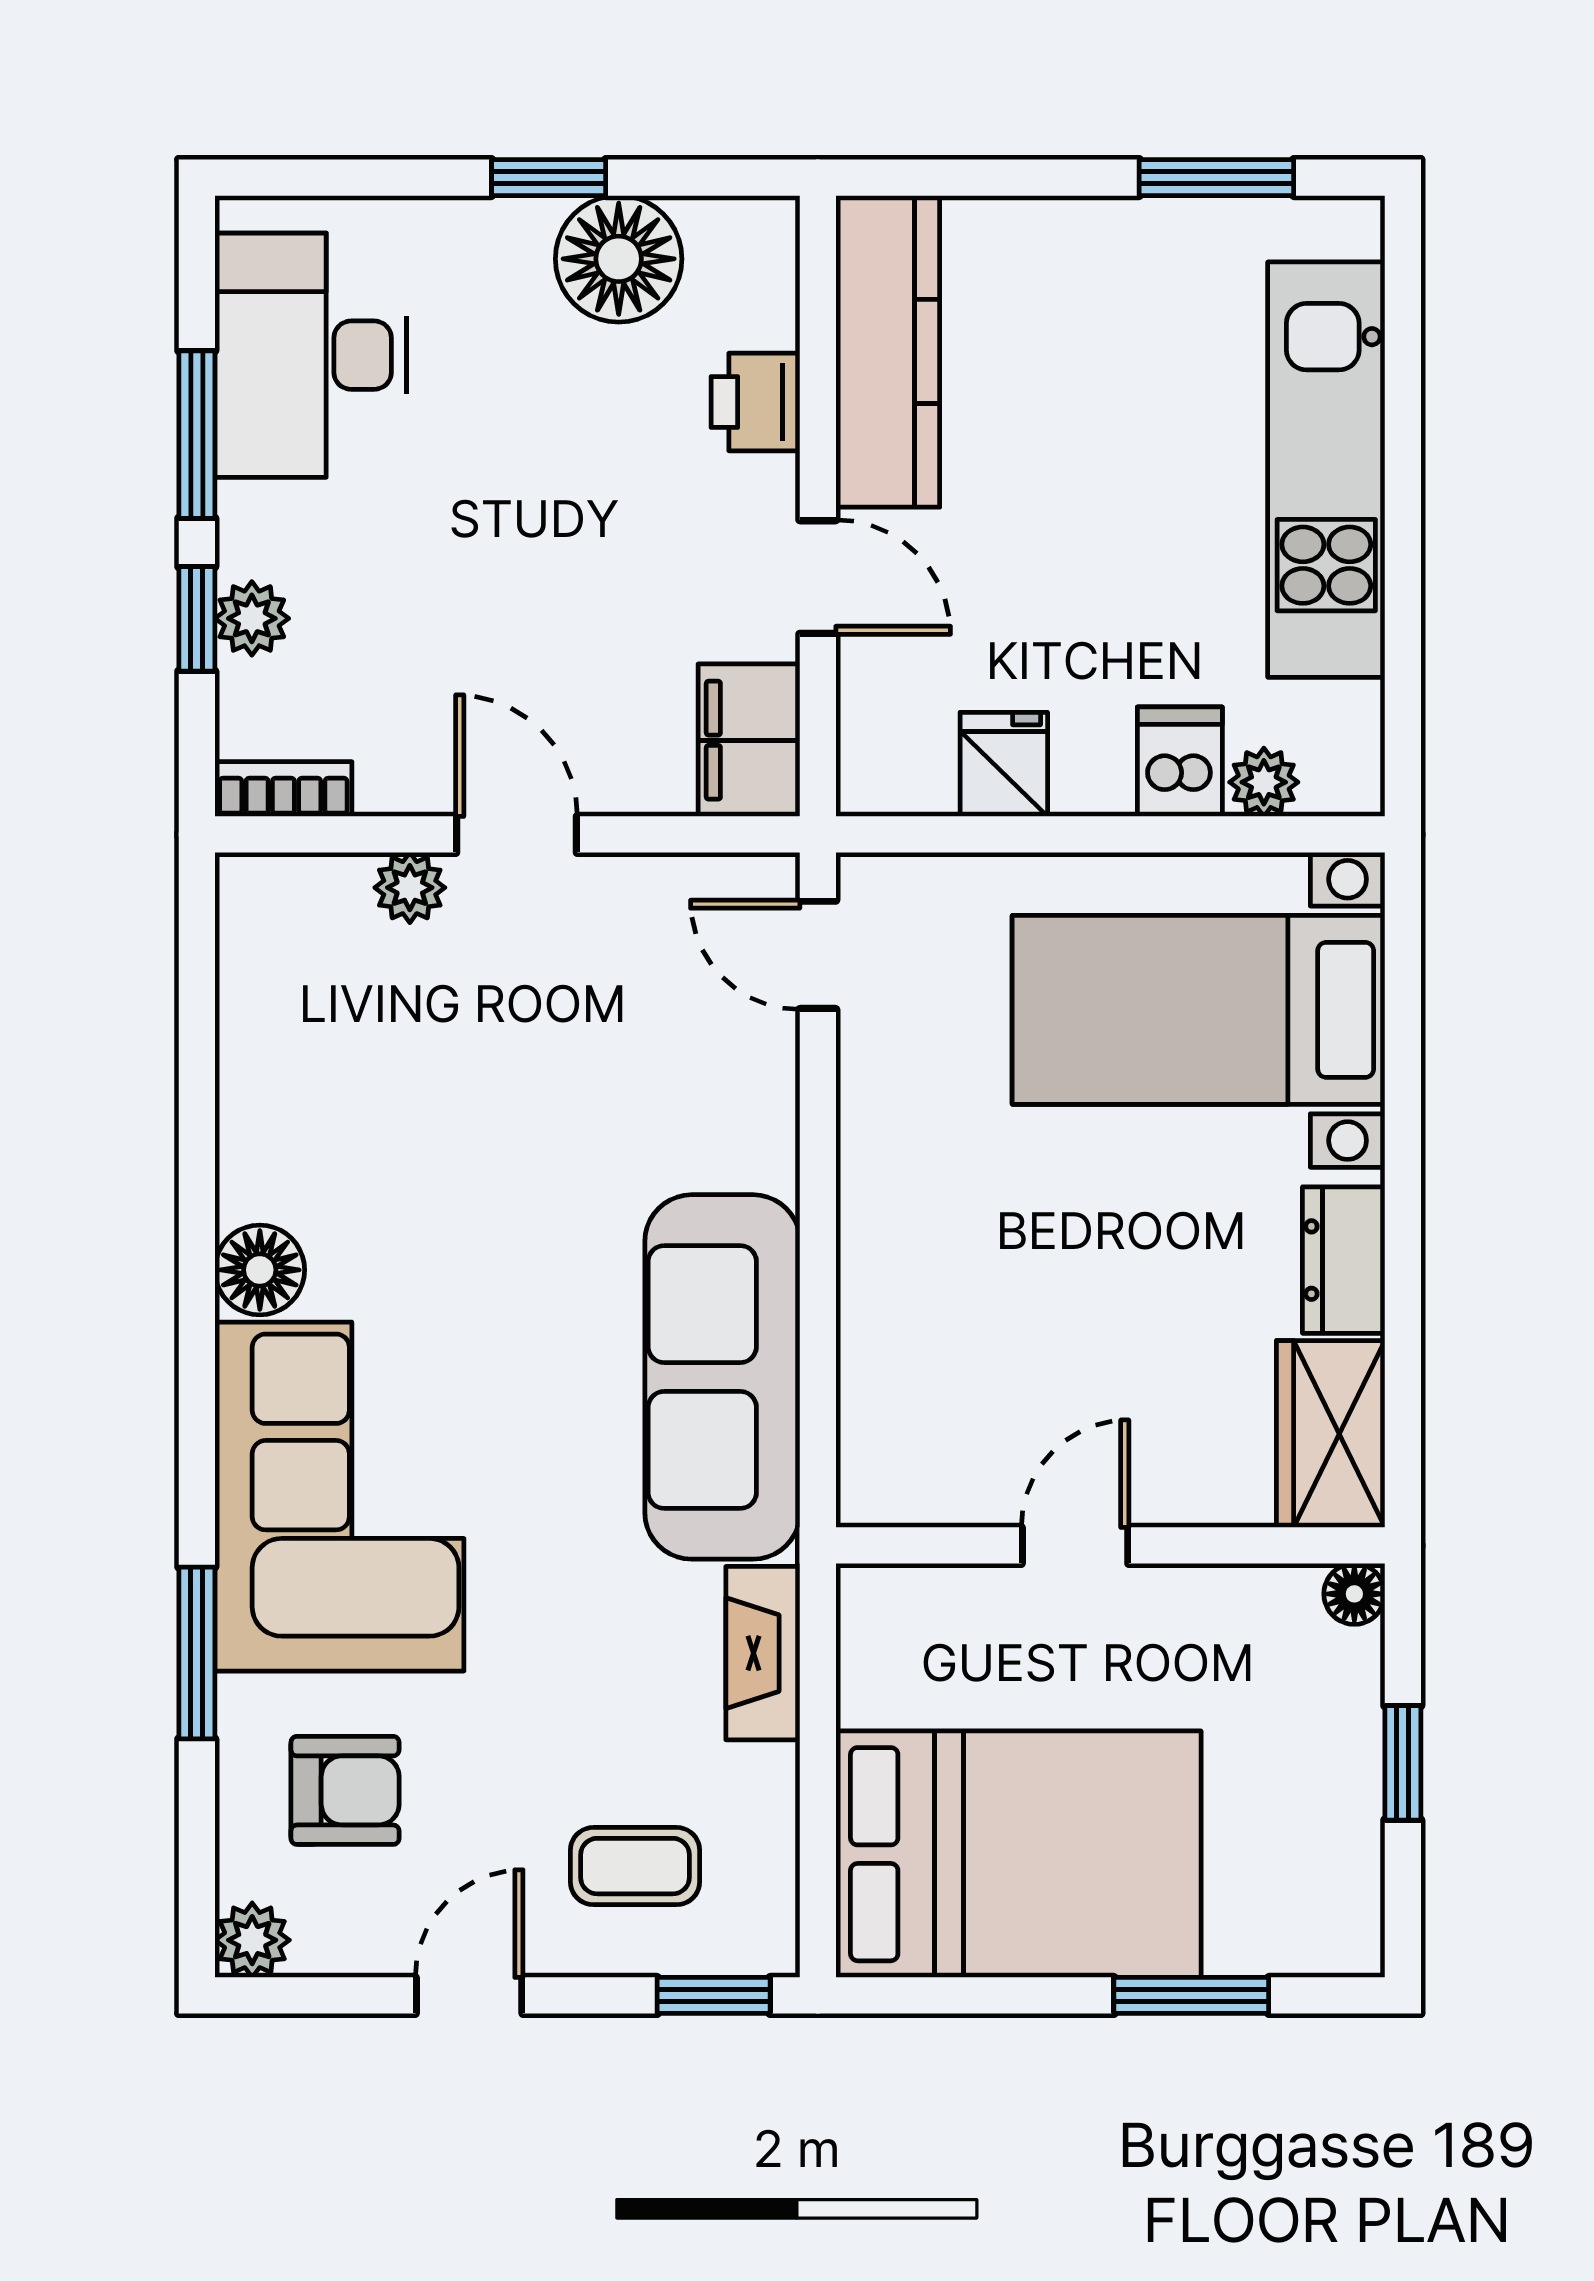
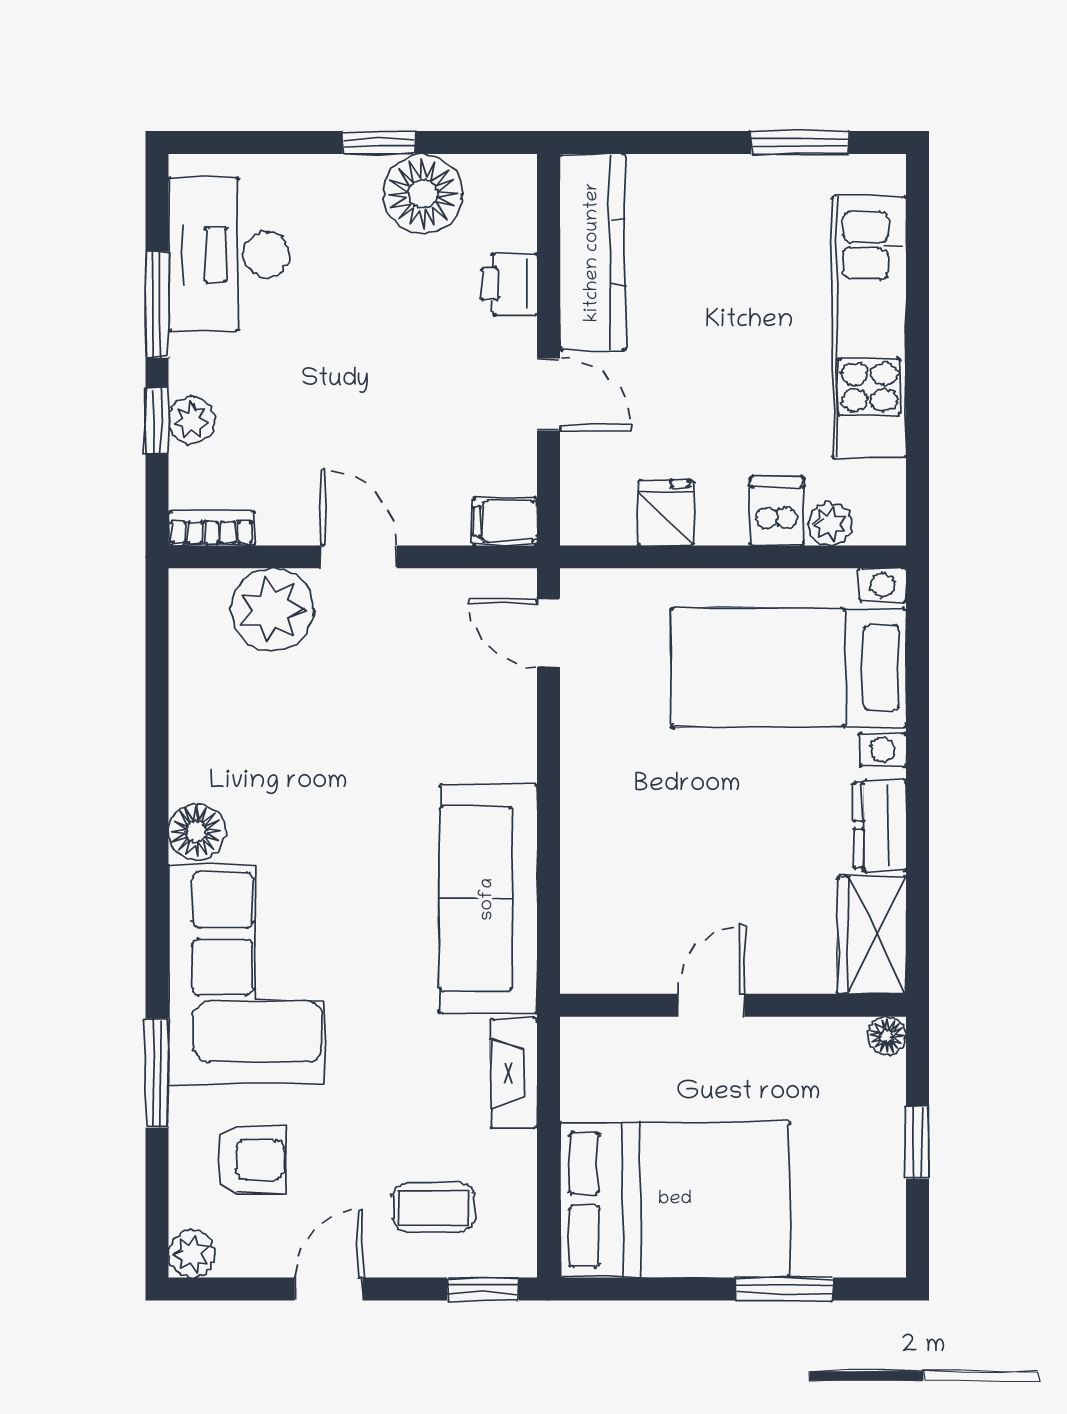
filing cabinet: (749, 740) -> (505, 521), width x0.50
plant: (410, 888) -> (272, 610), width x1.88, depth x1.88

